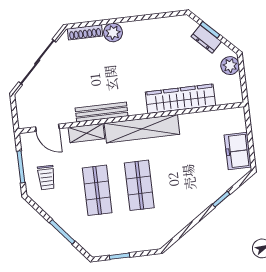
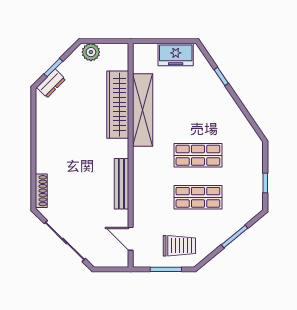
plant: (113, 33) -> (45, 163), removed
dresser: (206, 39) -> (51, 83), moved
door: (47, 128) -> (131, 239), swing flipped
shelving: (142, 129) -> (143, 110), moved
shelving: (86, 133) -> (140, 201), removed
trolley: (46, 178) -> (179, 246), width x1.36, depth x1.39

